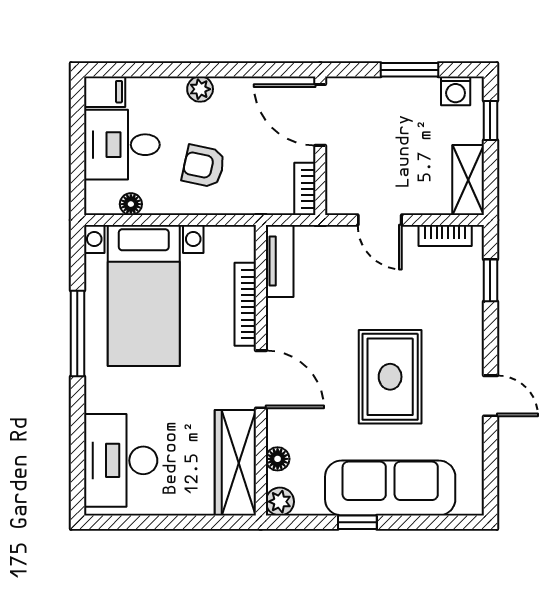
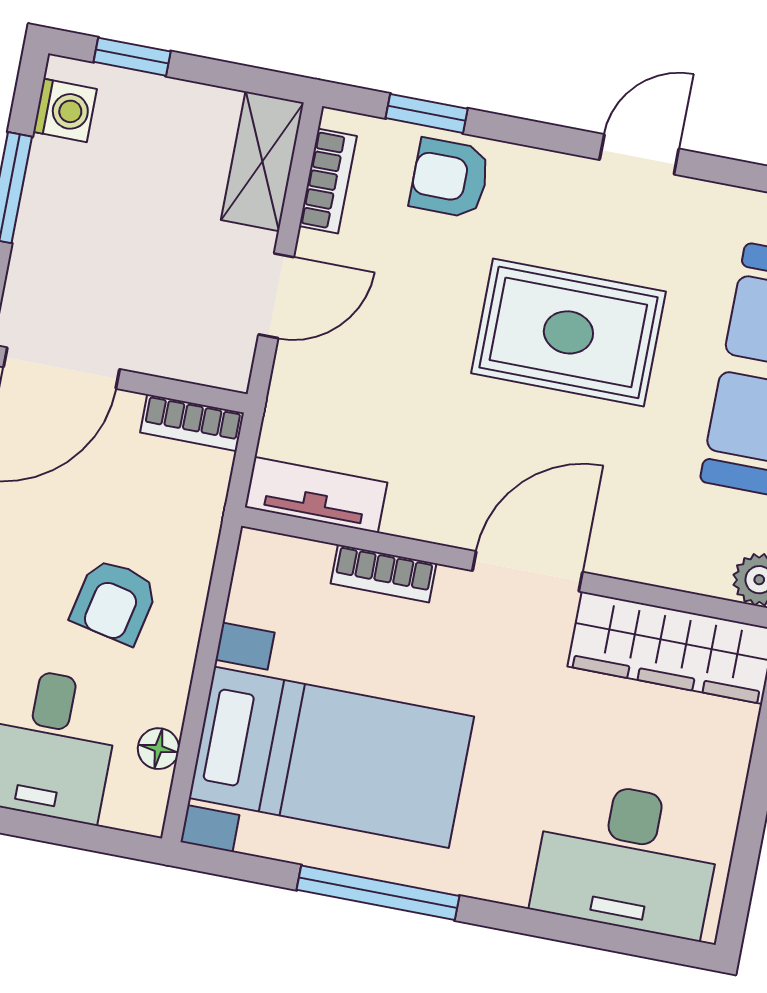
shelving: (468, 180) -> (262, 161), moved, turned 90
armchair: (459, 299) -> (450, 178), added
bookcase: (245, 304) -> (383, 573), width x0.64
floor lamp: (278, 459) -> (680, 569), removed

